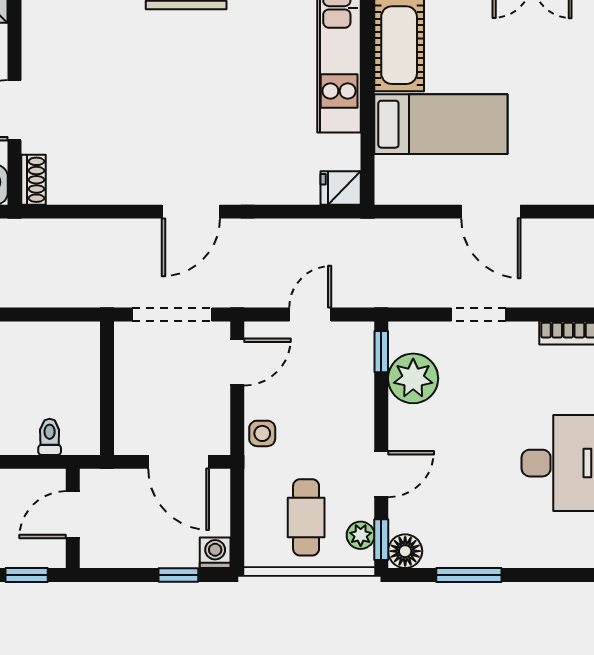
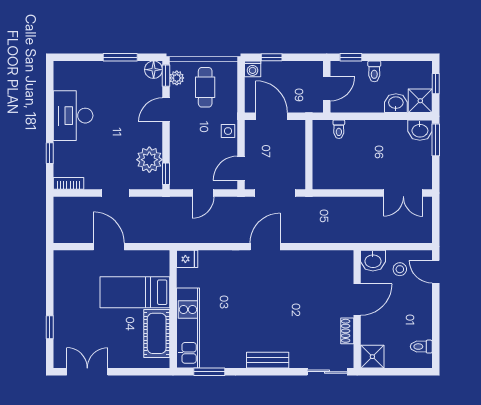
shoe rack: (34, 180) -> (347, 331), moved

